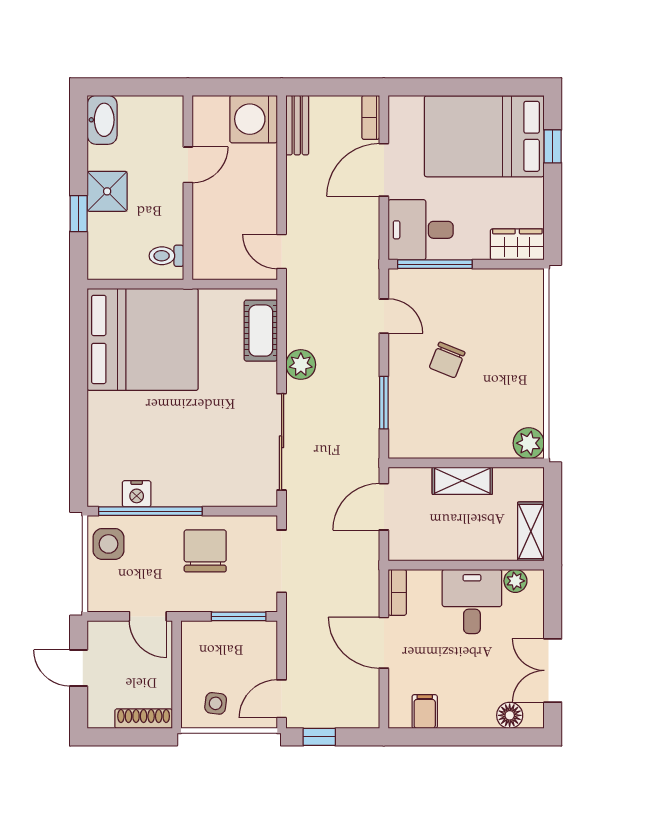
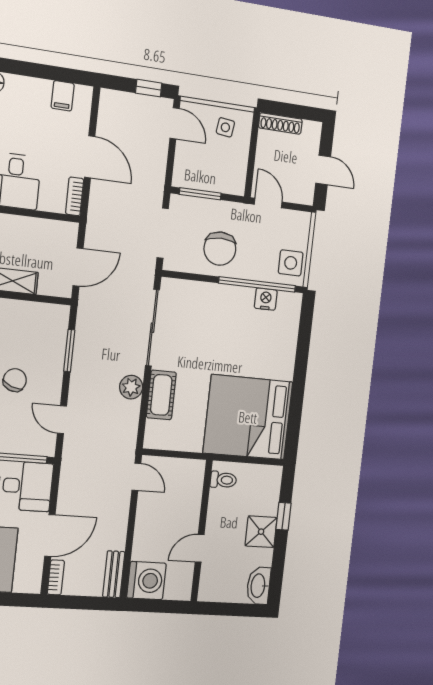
cot: (261, 331) -> (161, 395), moved
door: (282, 699) -> (175, 123), hinge flipped

